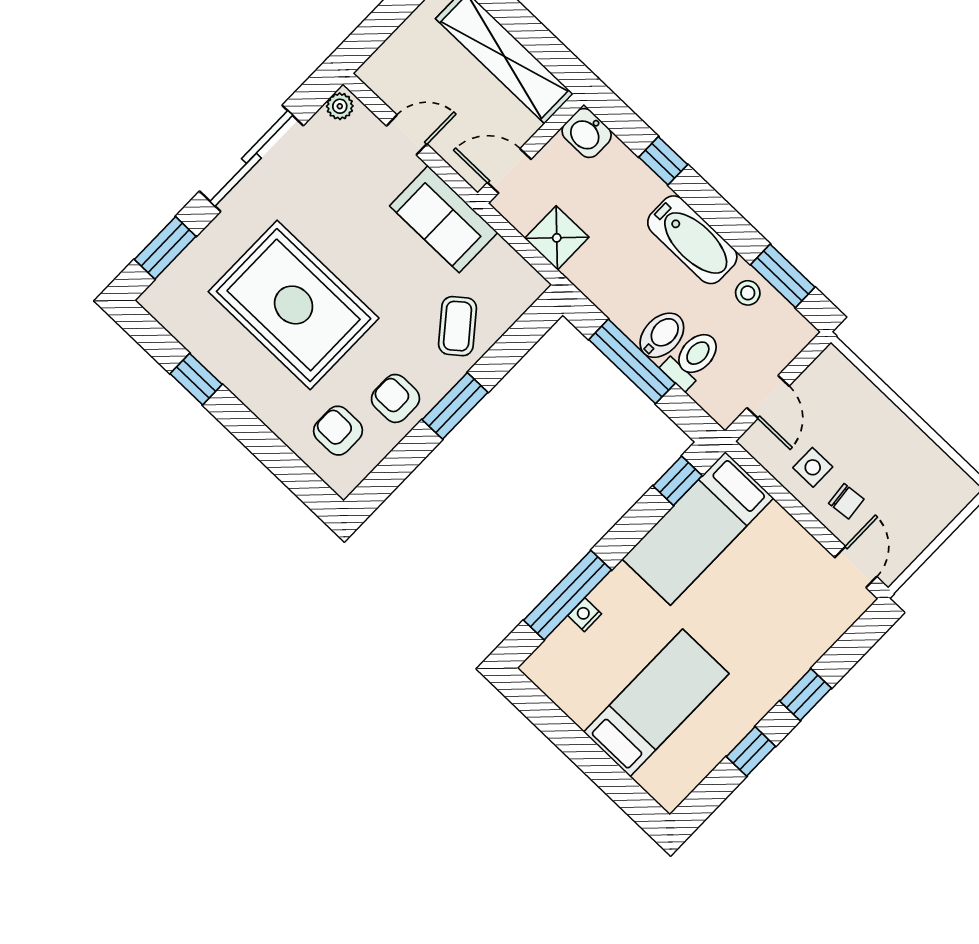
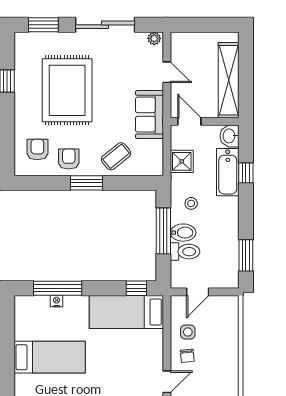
bathtub: (692, 240) -> (228, 172), moved
stool: (748, 293) -> (191, 203), moved

